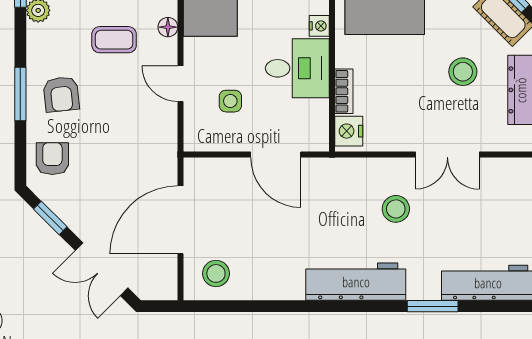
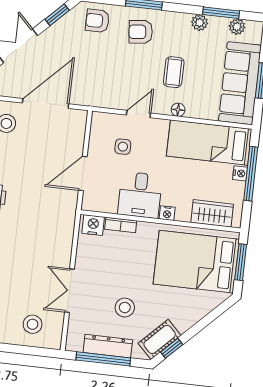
armchair: (52, 159) -> (97, 21), turned 180
stool: (396, 209) -> (33, 324), moved
door: (181, 220) -> (46, 103), hinge flipped

